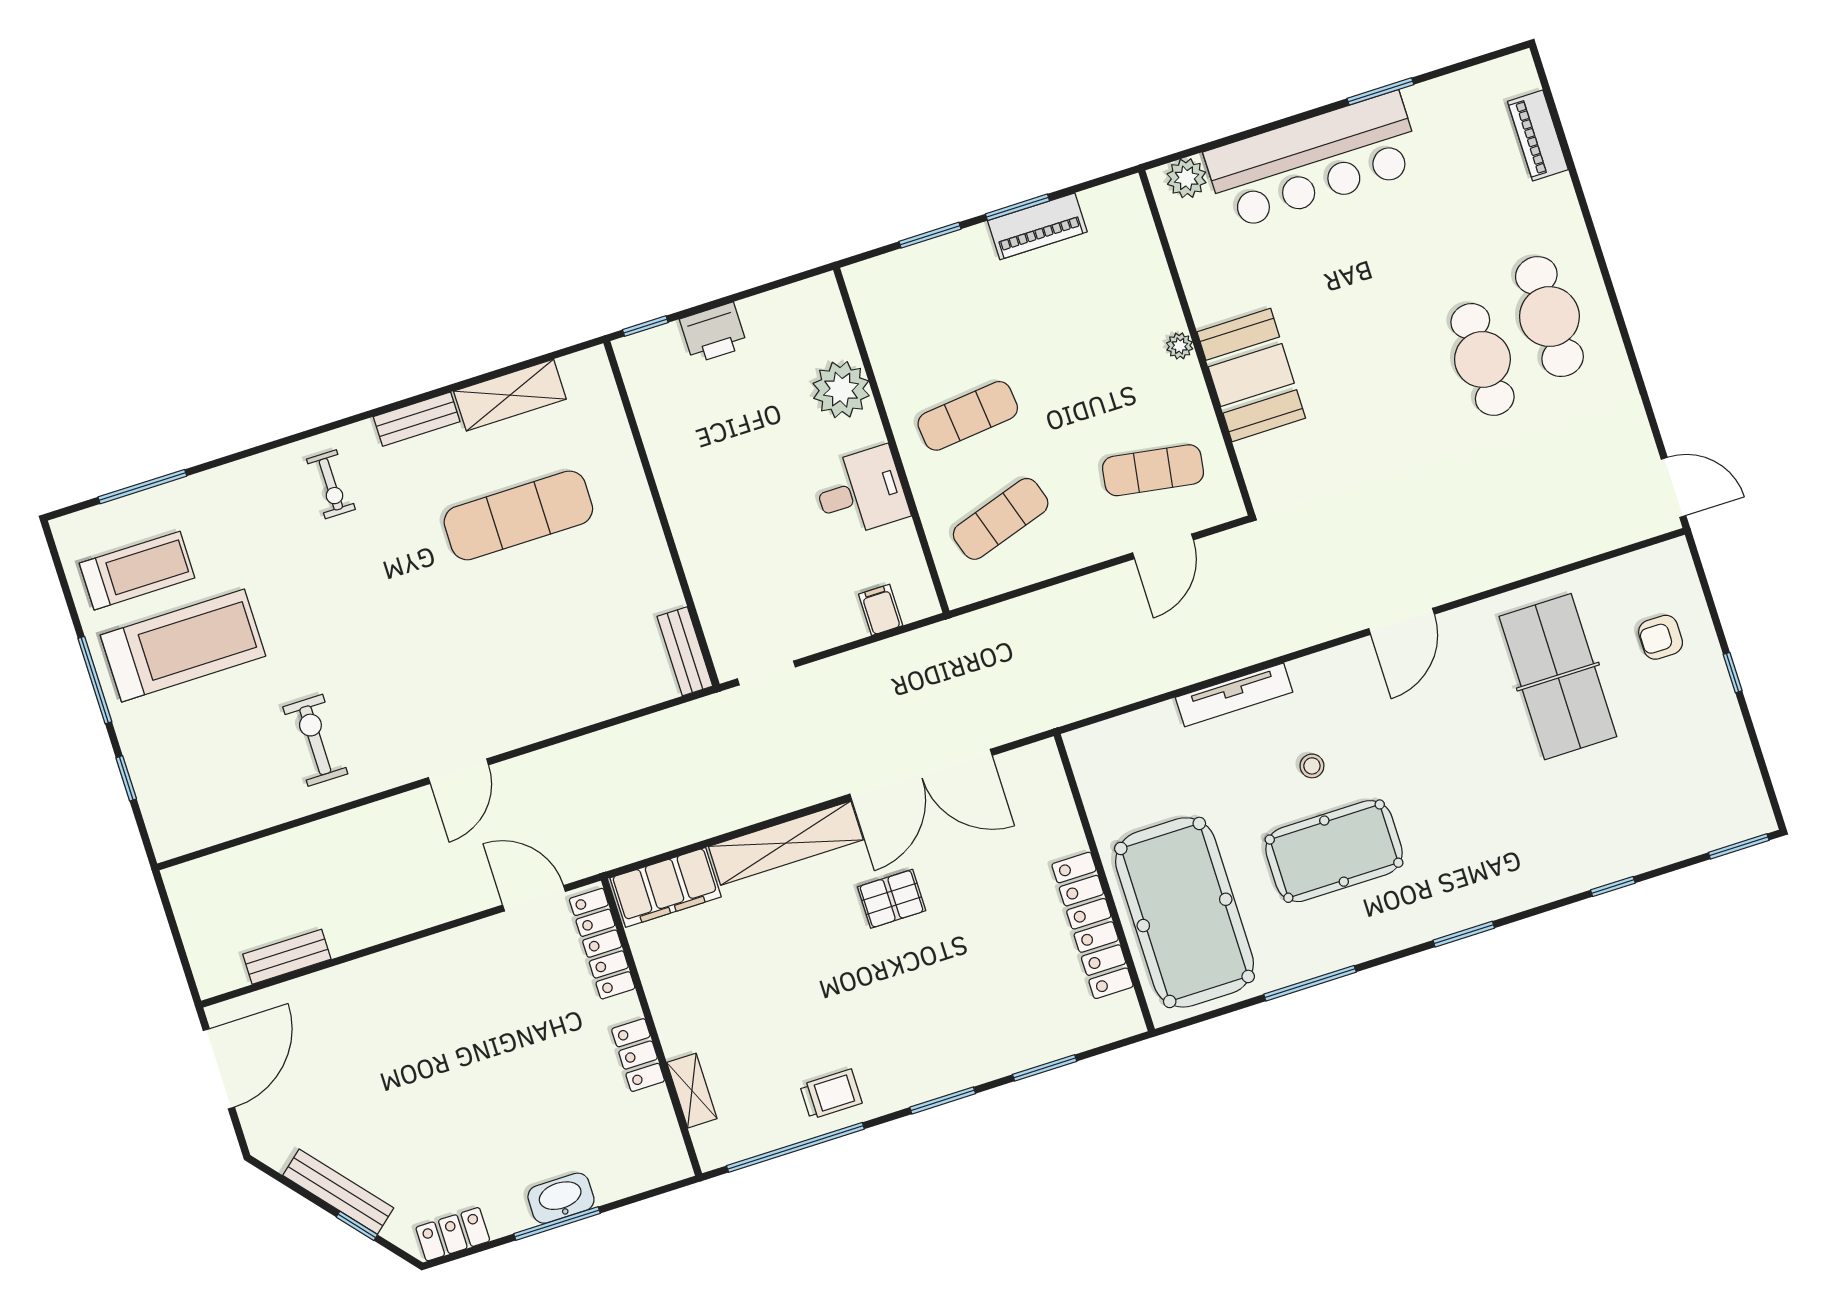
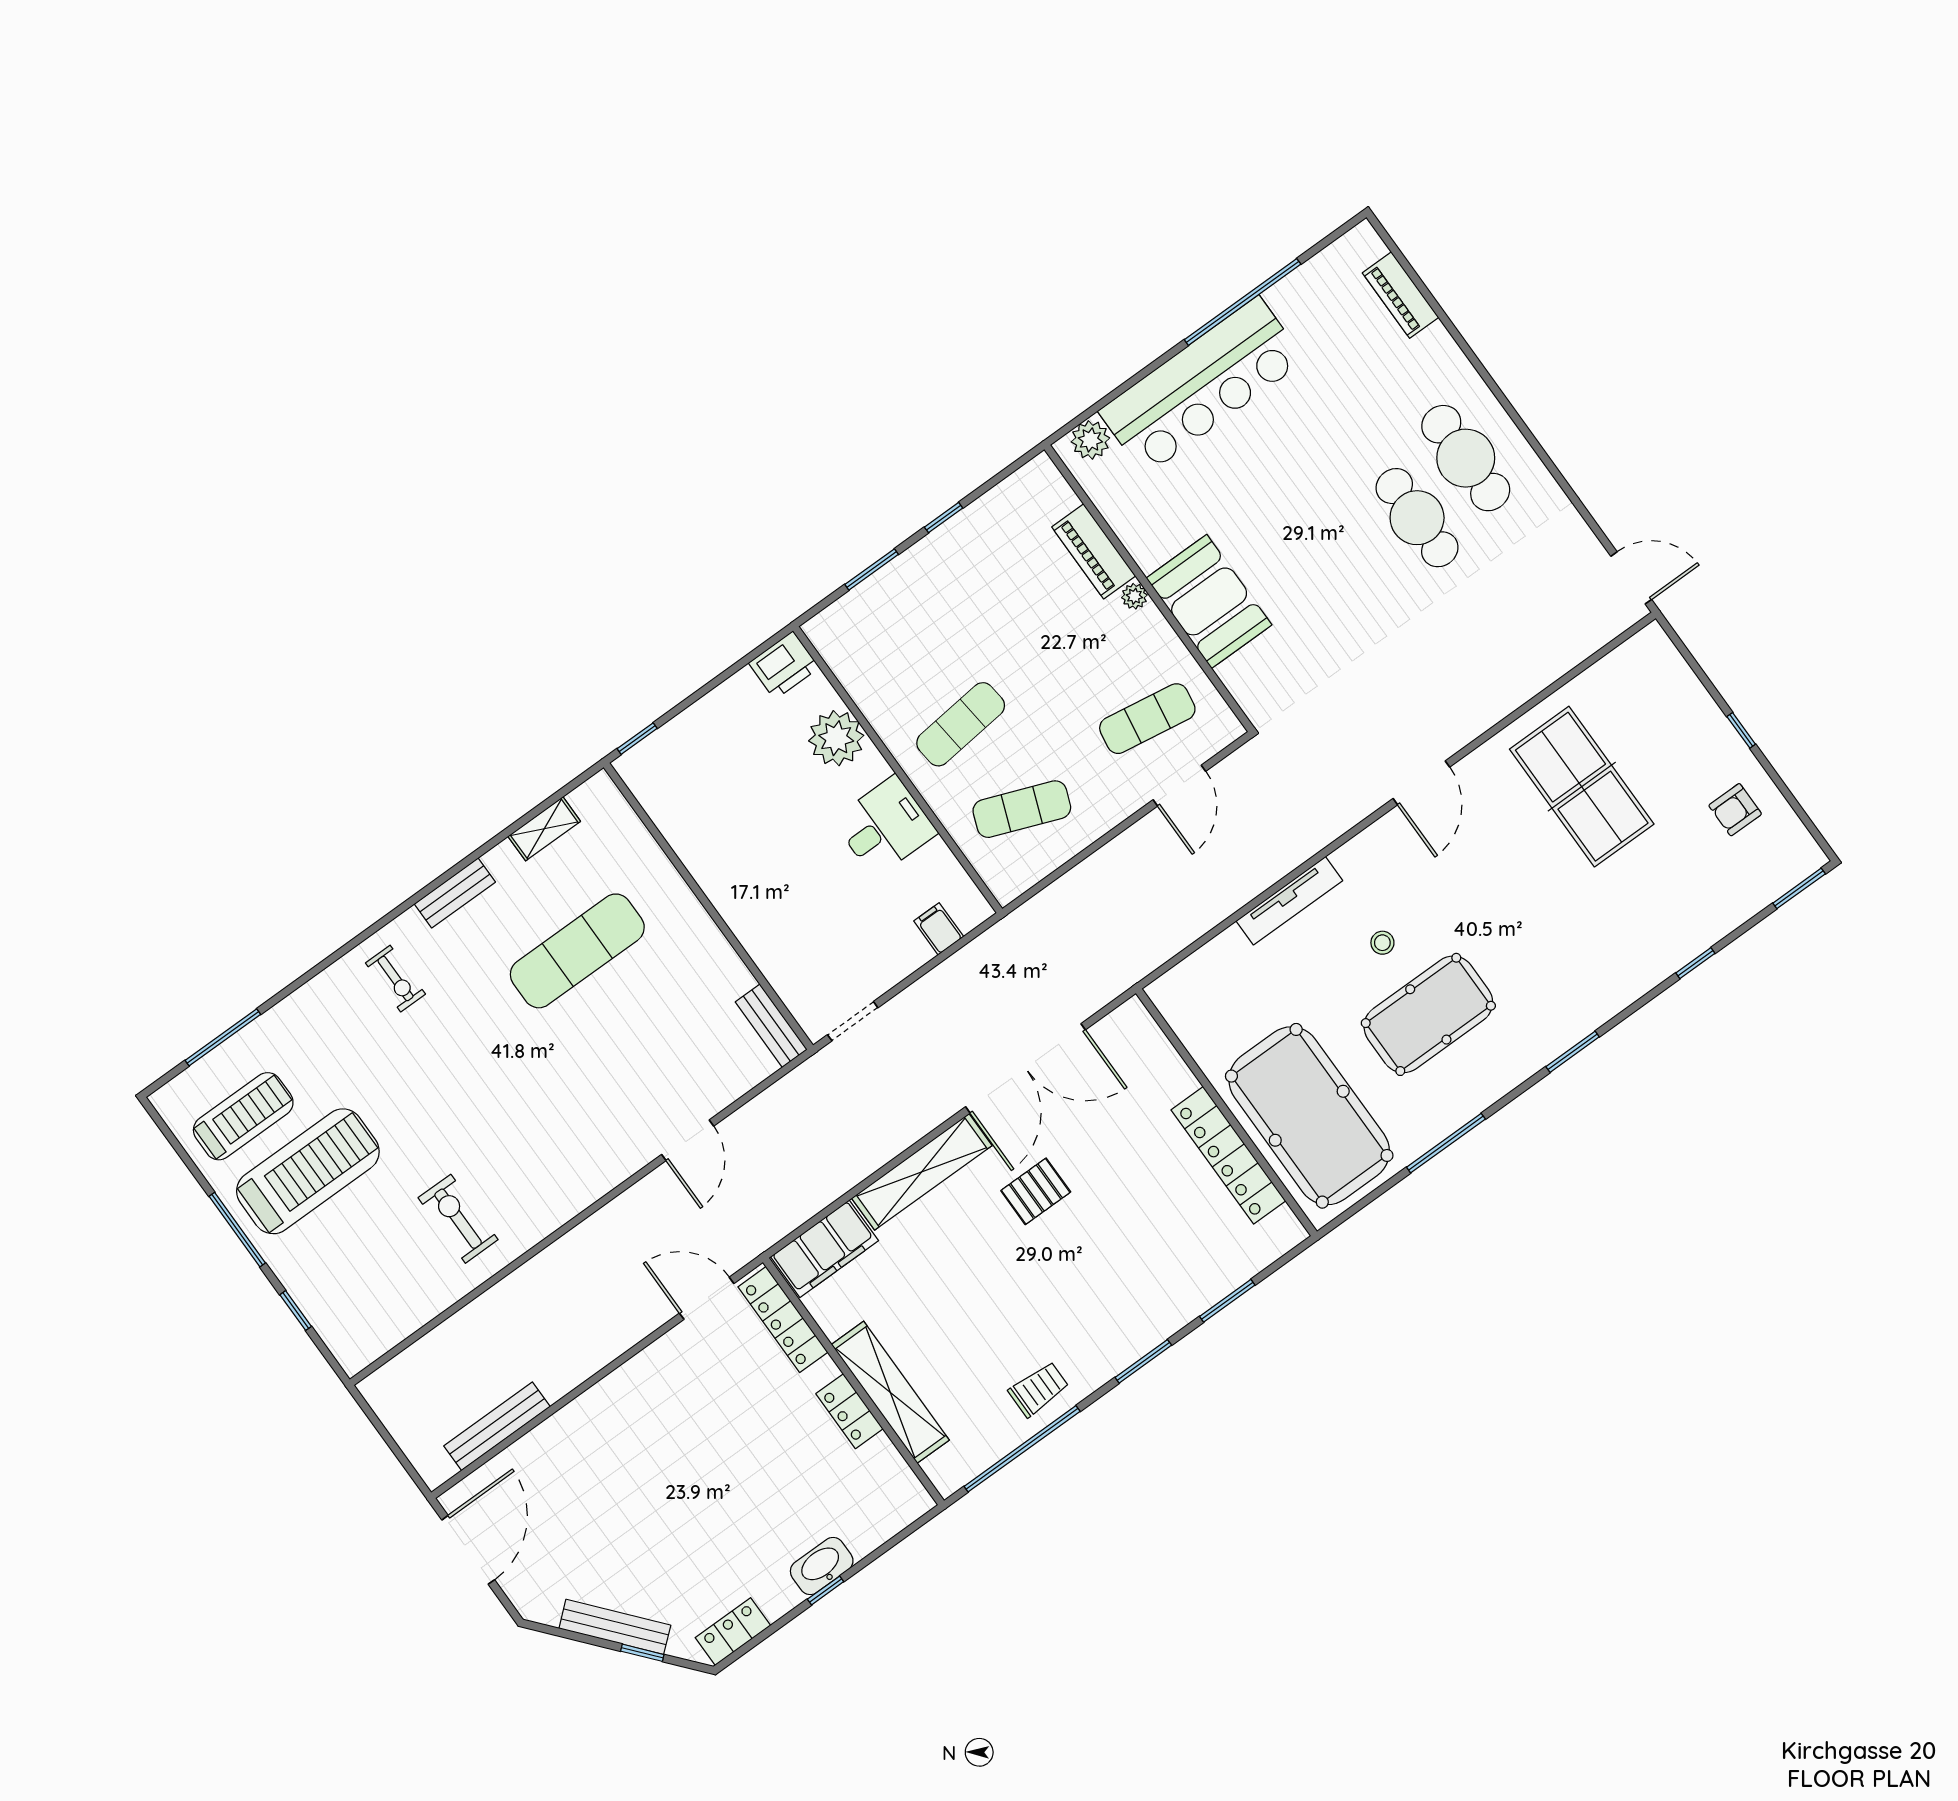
window: (1380, 91) -> (1243, 302), width x2.11
window: (1017, 207) -> (944, 518), width x0.67
piano: (1037, 226) -> (1094, 551), moved, turned 90
printer: (713, 333) -> (784, 665), moved
shelving: (510, 395) -> (544, 829), width x0.67, depth x0.75
exercise mat: (1001, 519) -> (1022, 809), turned 39
armchair: (1661, 637) -> (1735, 810), moved
door: (458, 771) -> (688, 1140), moved
bench: (287, 957) -> (497, 1426), width x1.36
shelving: (692, 1091) -> (890, 1392), width x2.20, depth x1.33
window: (557, 1224) -> (826, 1590), width x0.46

